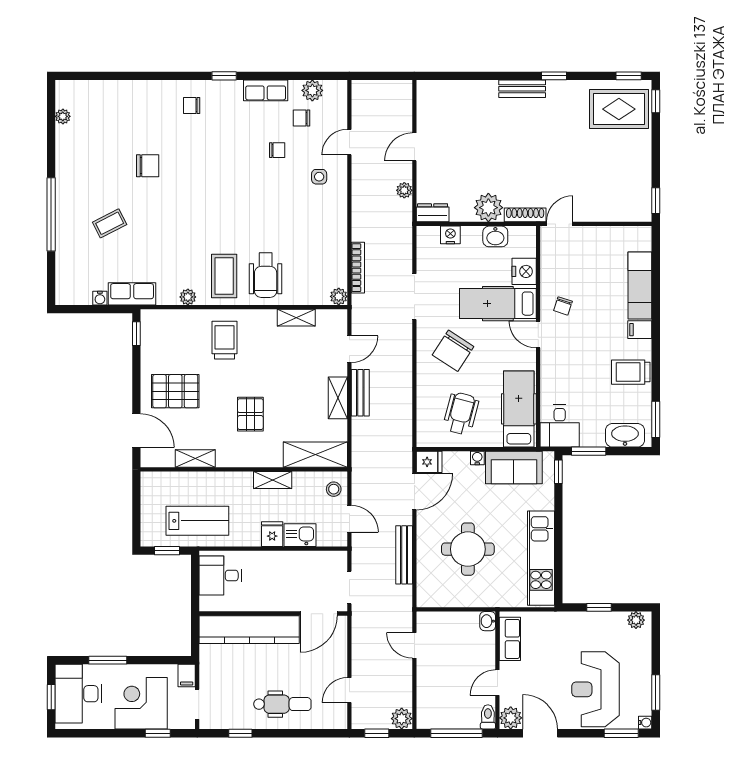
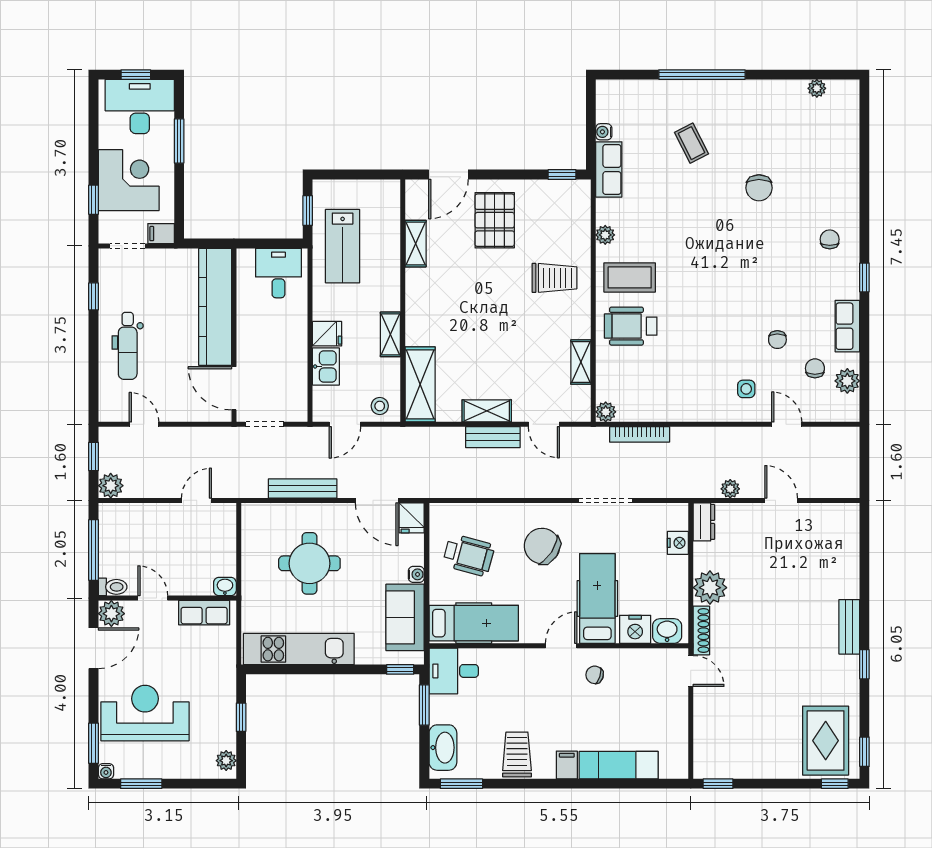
washbasin: (495, 236) -> (667, 631), moved, turned 90
pallet: (250, 414) -> (468, 308), removed

